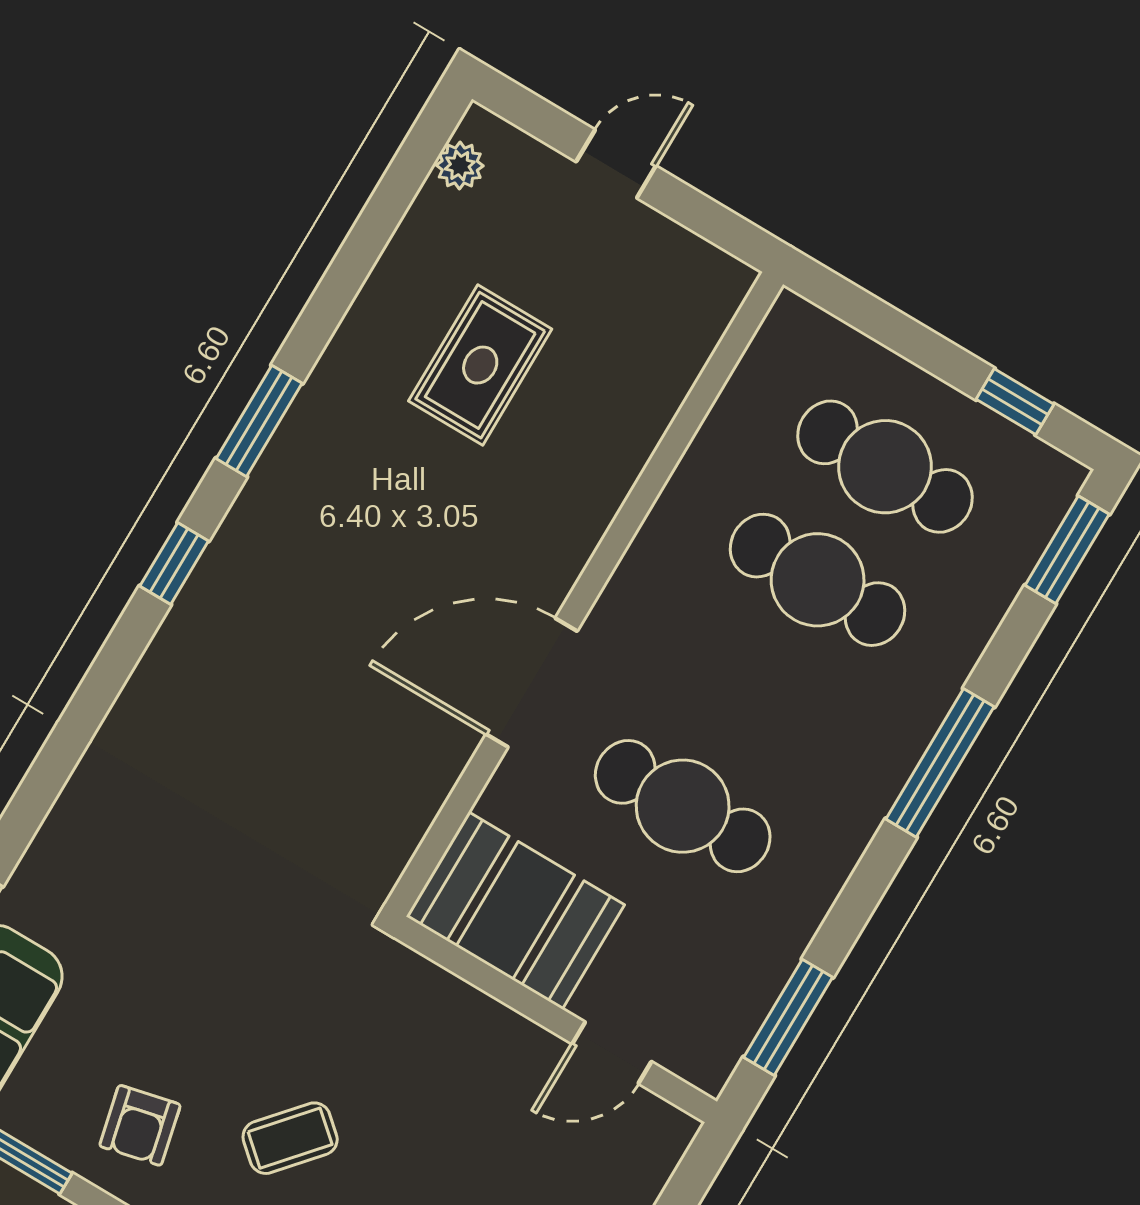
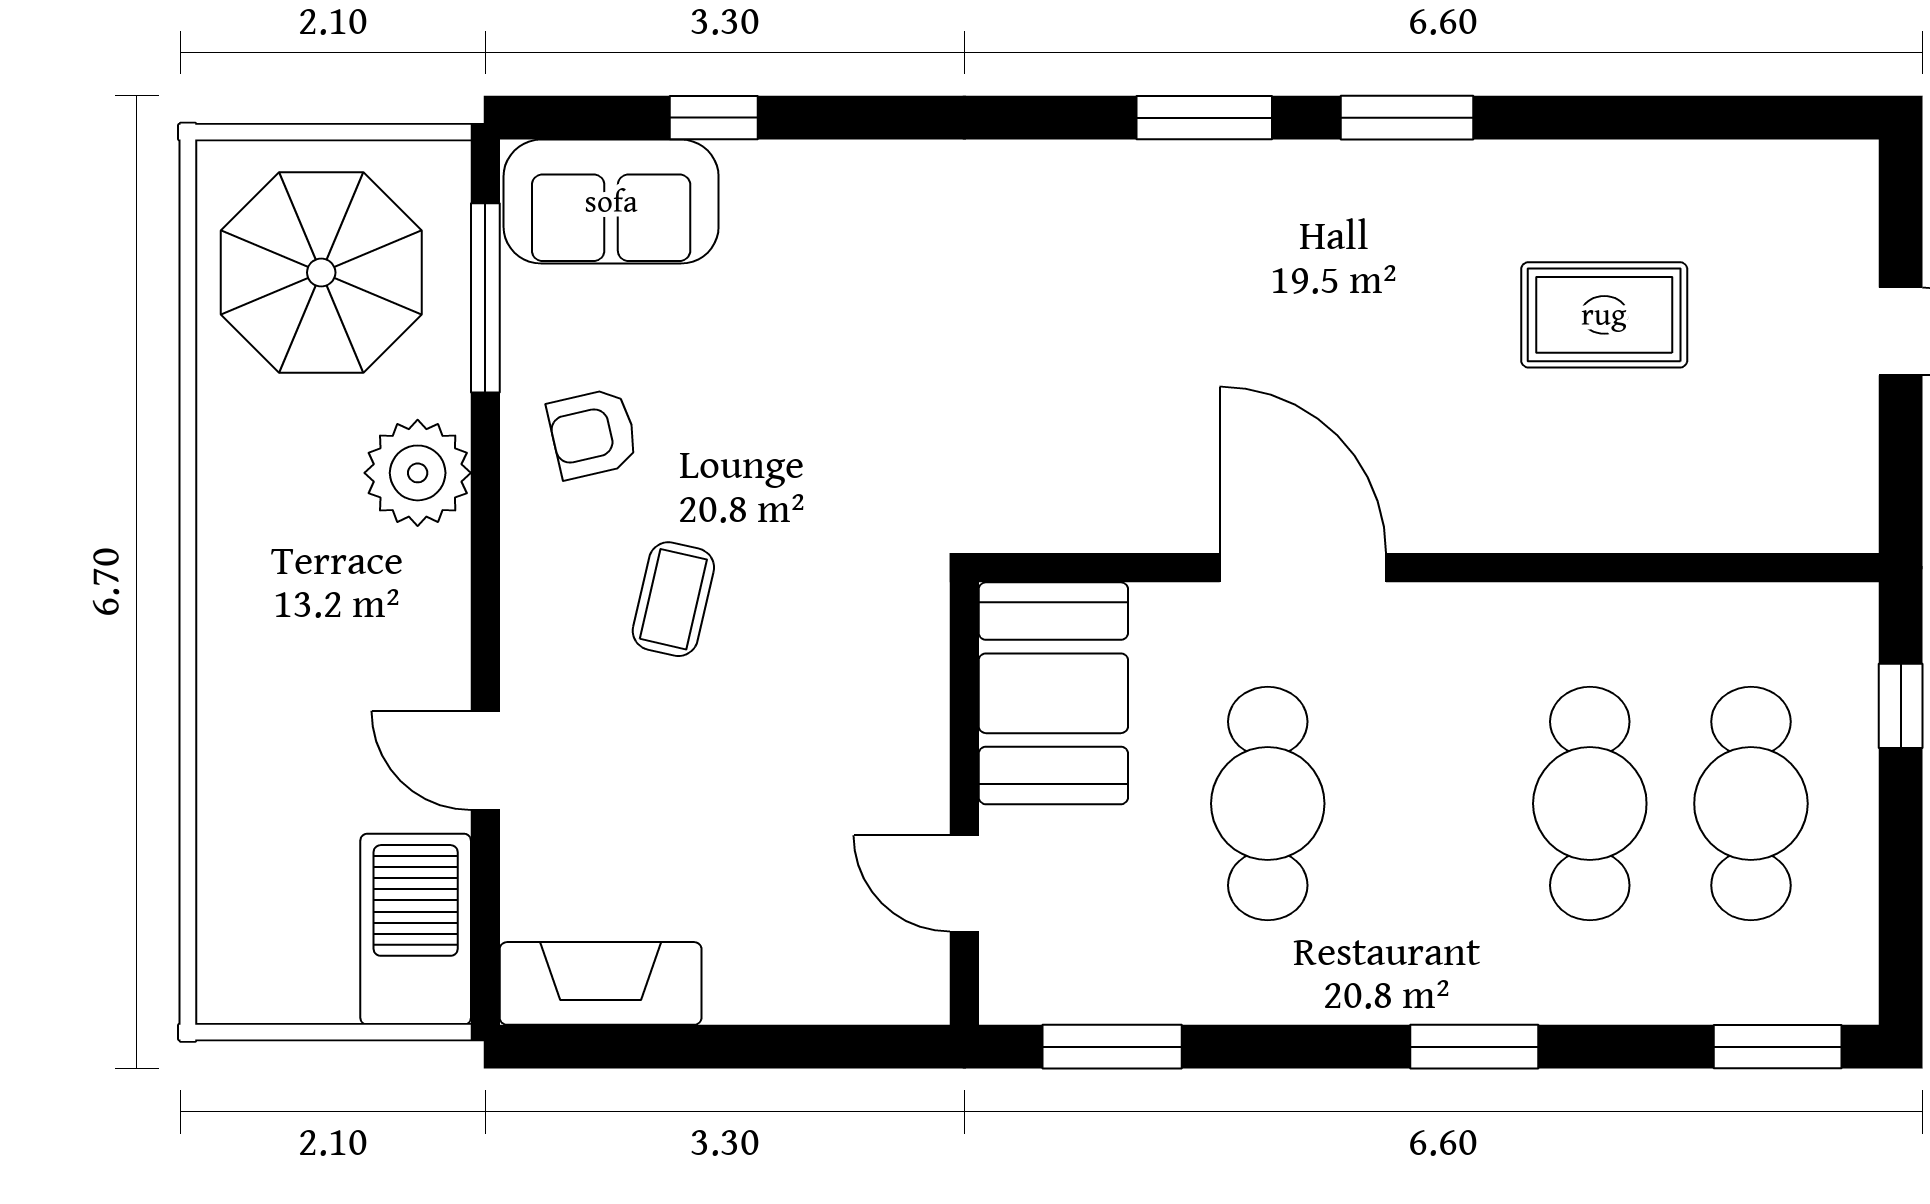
plant: (460, 166) -> (1801, 168), removed
window: (1015, 402) -> (1901, 706), moved
window: (174, 563) -> (1204, 118), width x1.50
window: (940, 763) -> (1474, 1047), width x0.69
coffee table: (290, 1138) -> (673, 599), turned 62

